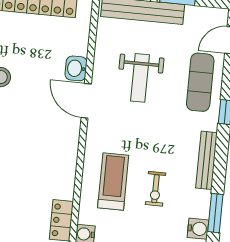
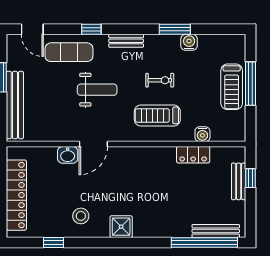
weight bench: (140, 78) -> (97, 90), moved
bench: (206, 160) -> (126, 41), width x0.73

